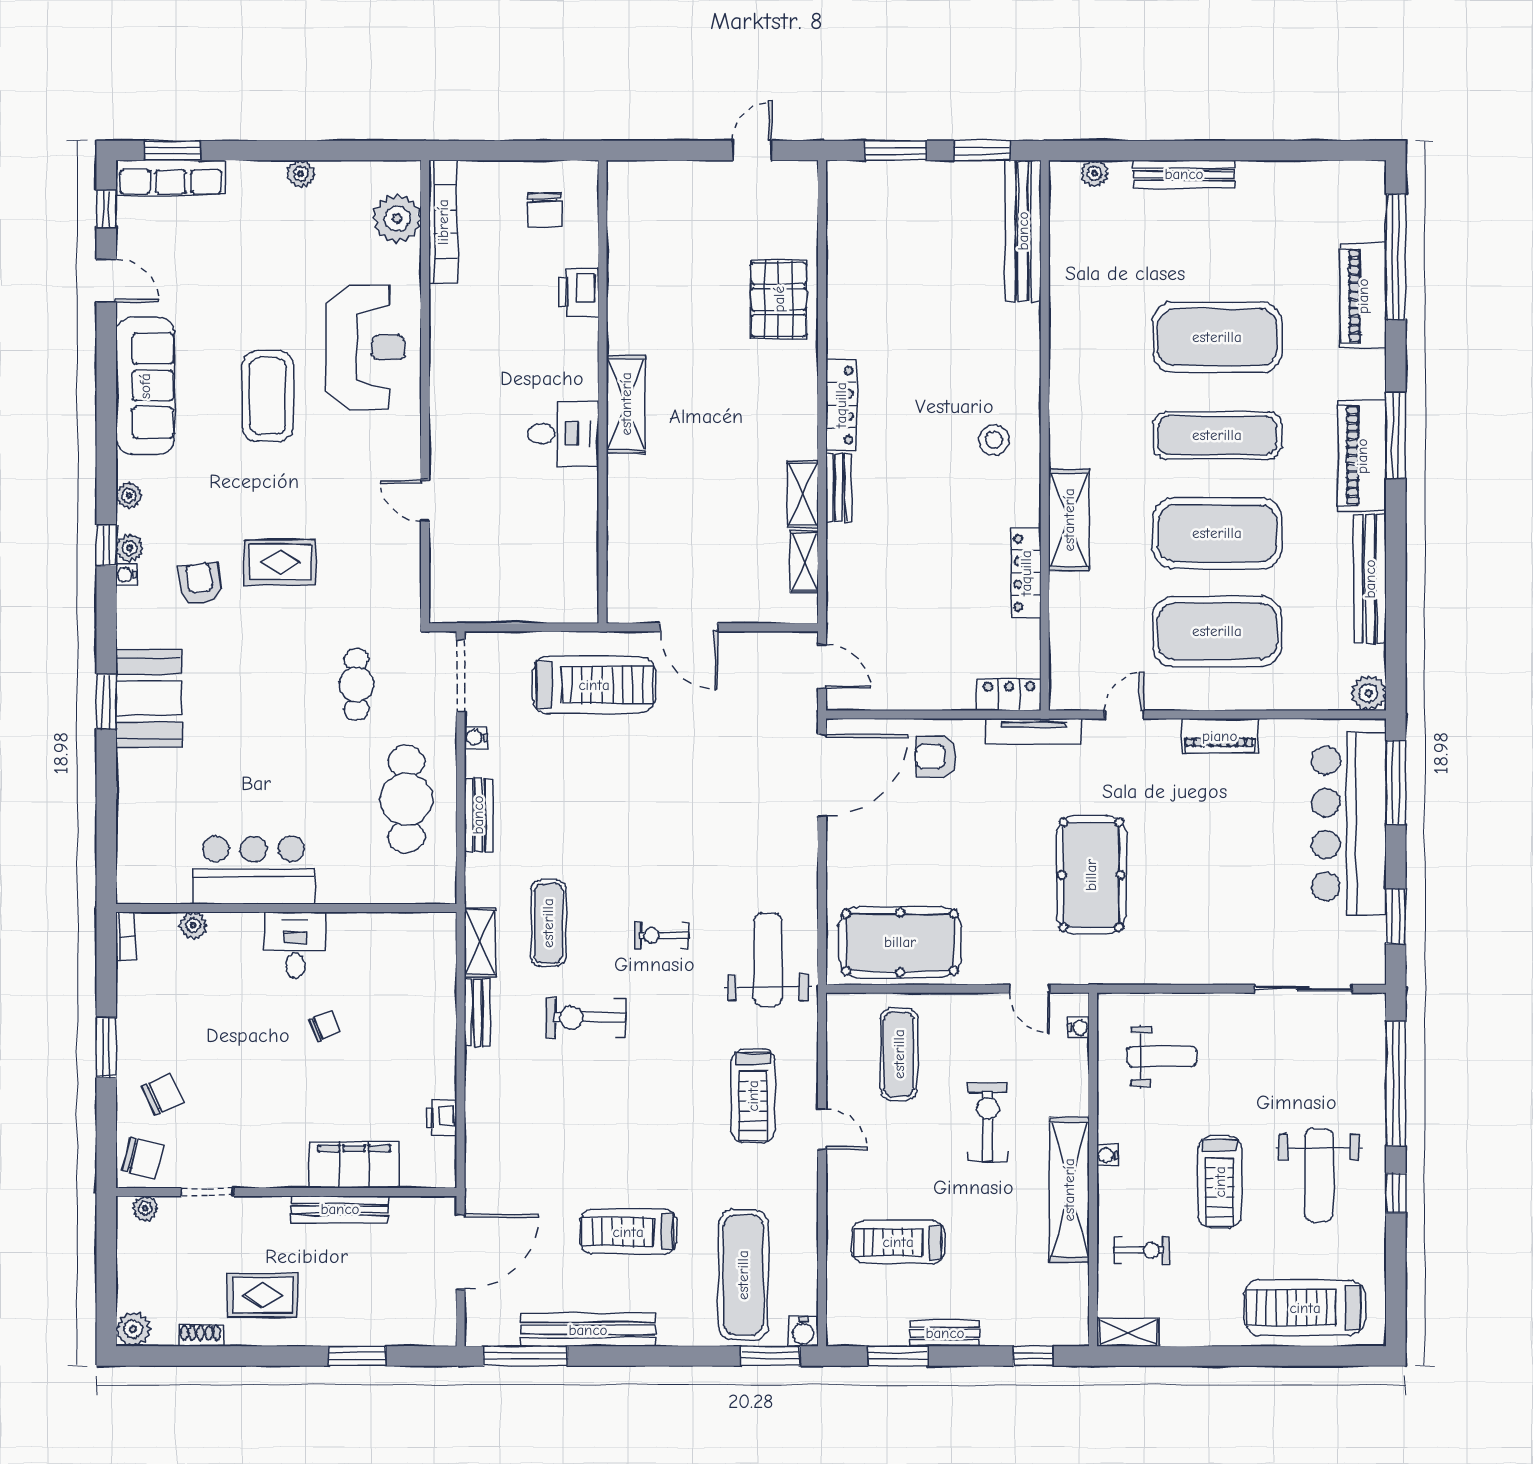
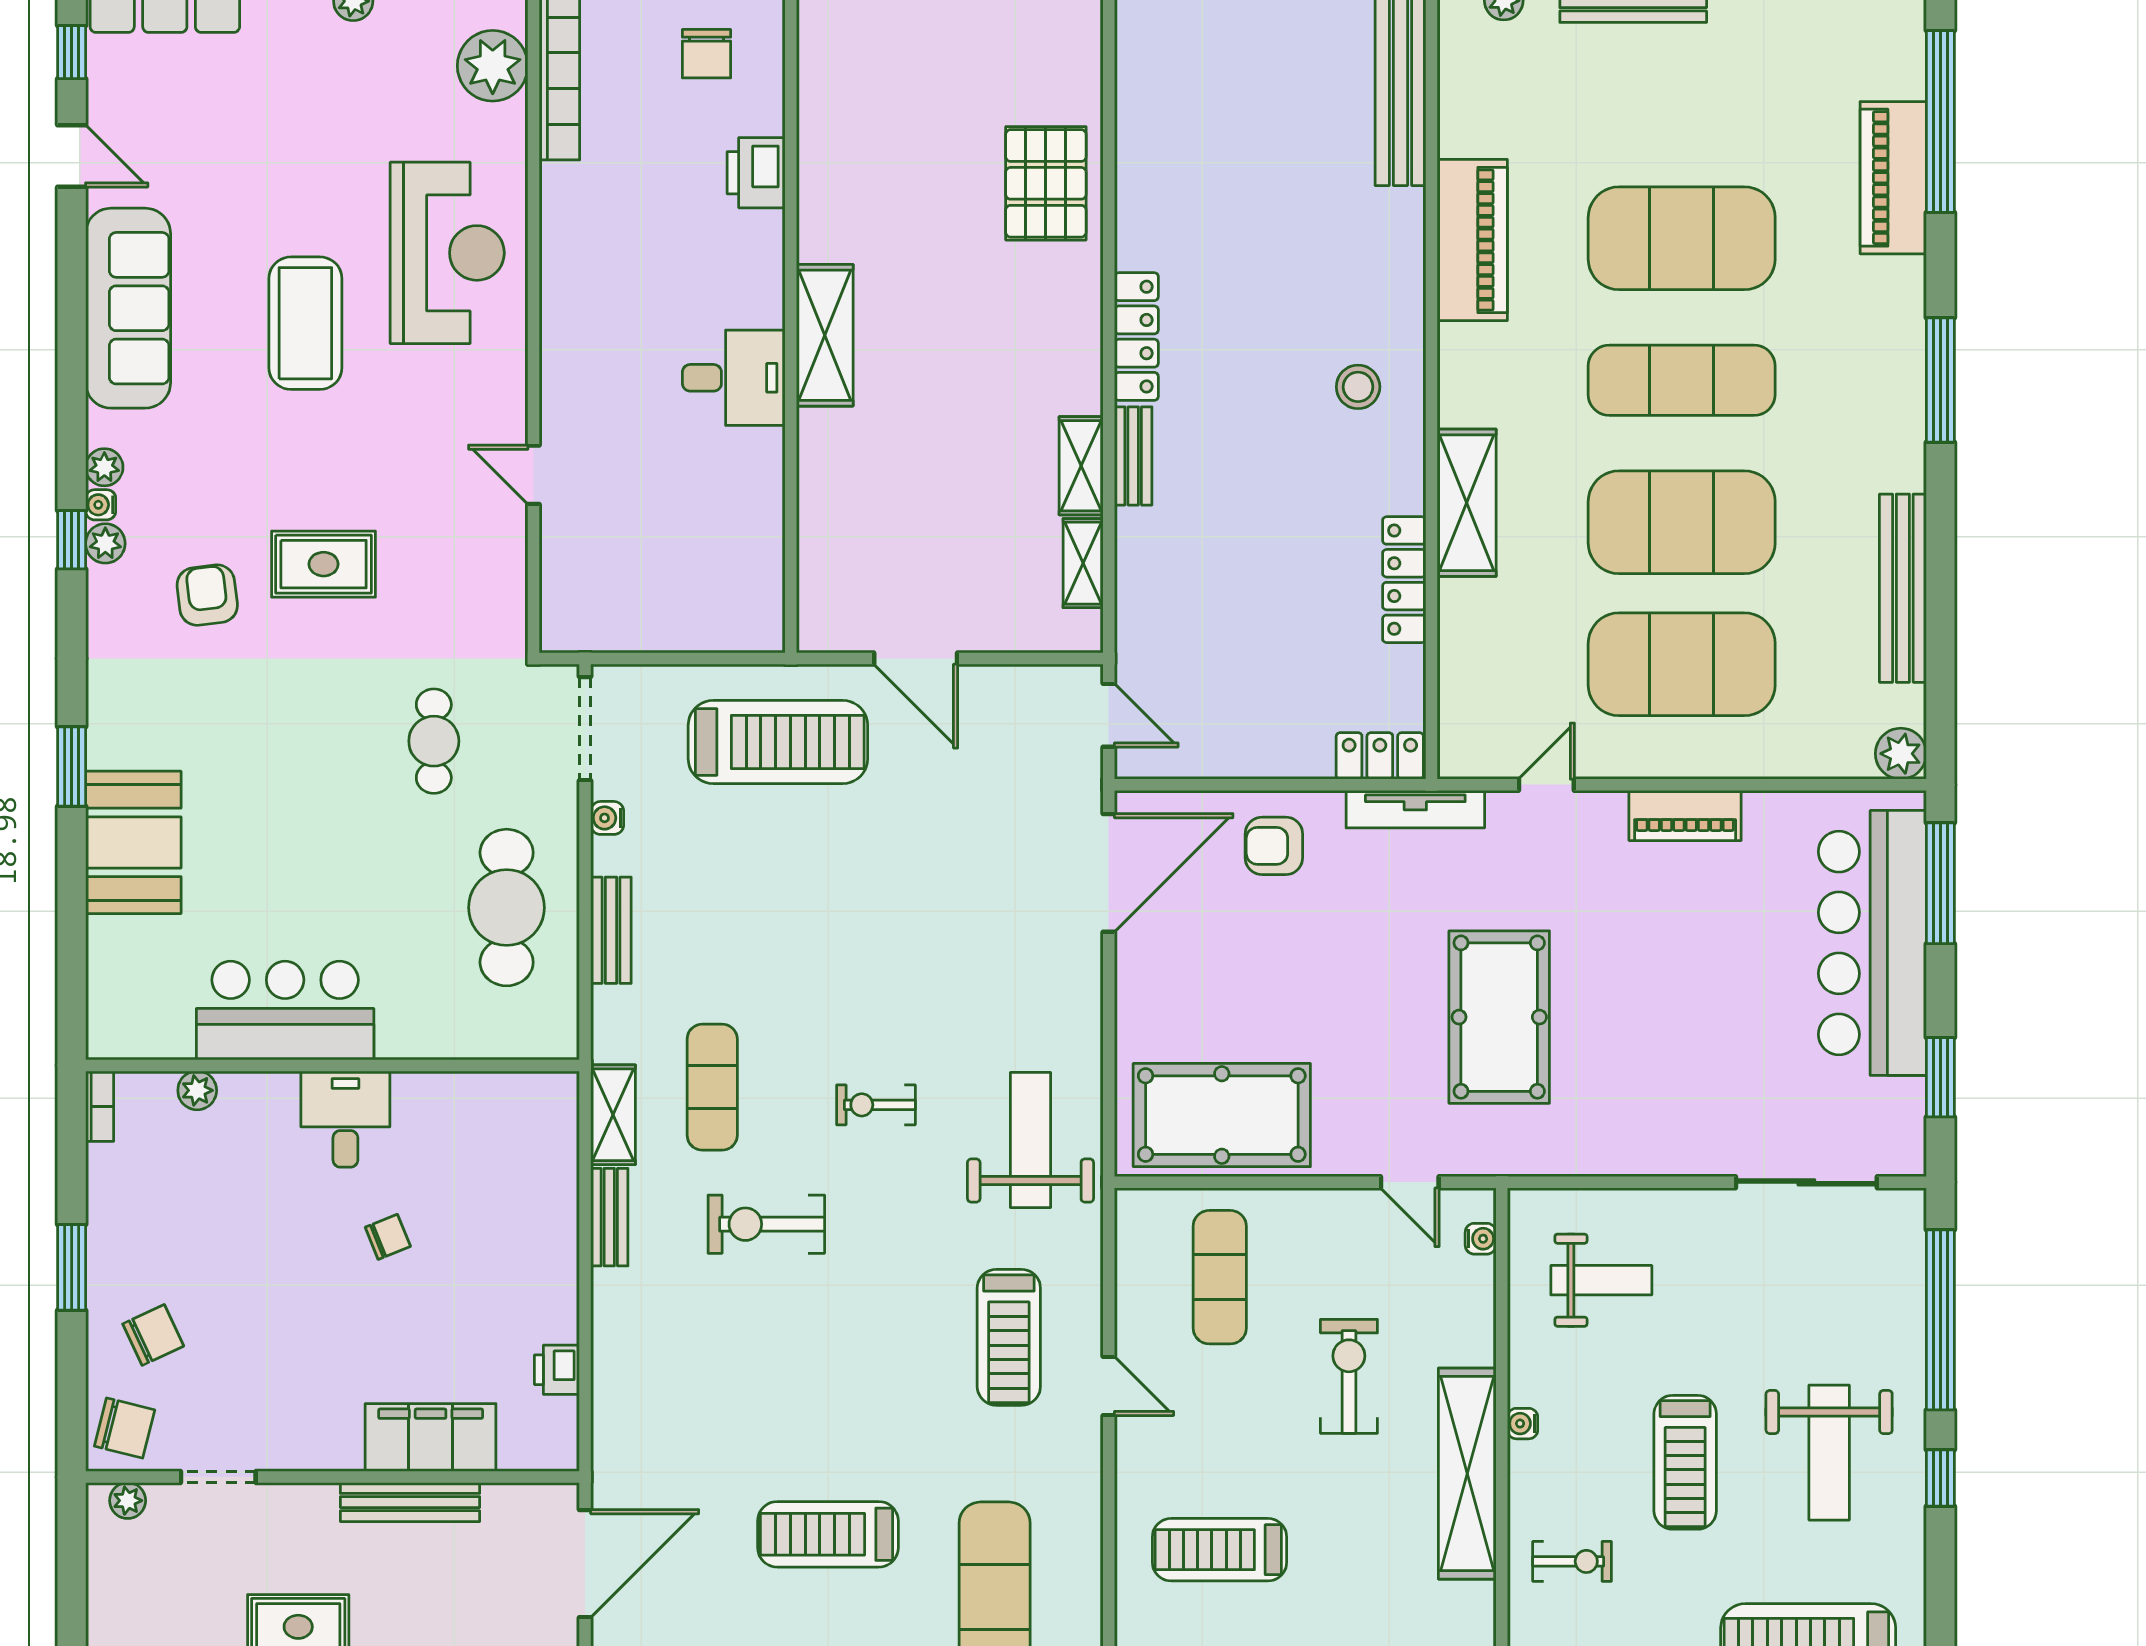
piano: (1362, 456) -> (1472, 240), moved, turned 180
water cooler: (126, 575) -> (101, 505), moved
booth: (149, 698) -> (133, 842), moved

